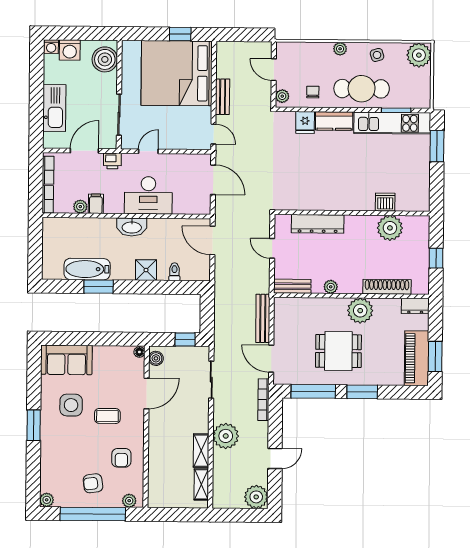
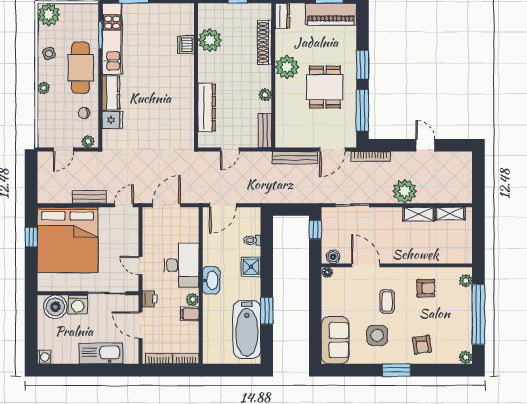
washing machine: (70, 50) -> (78, 305), moved, turned 90
plant: (80, 207) -> (192, 300), moved
bathtub: (87, 269) -> (247, 329), width x1.36, depth x1.36
armchair: (93, 483) -> (422, 345), moved
plant: (256, 497) -> (461, 162), removed

